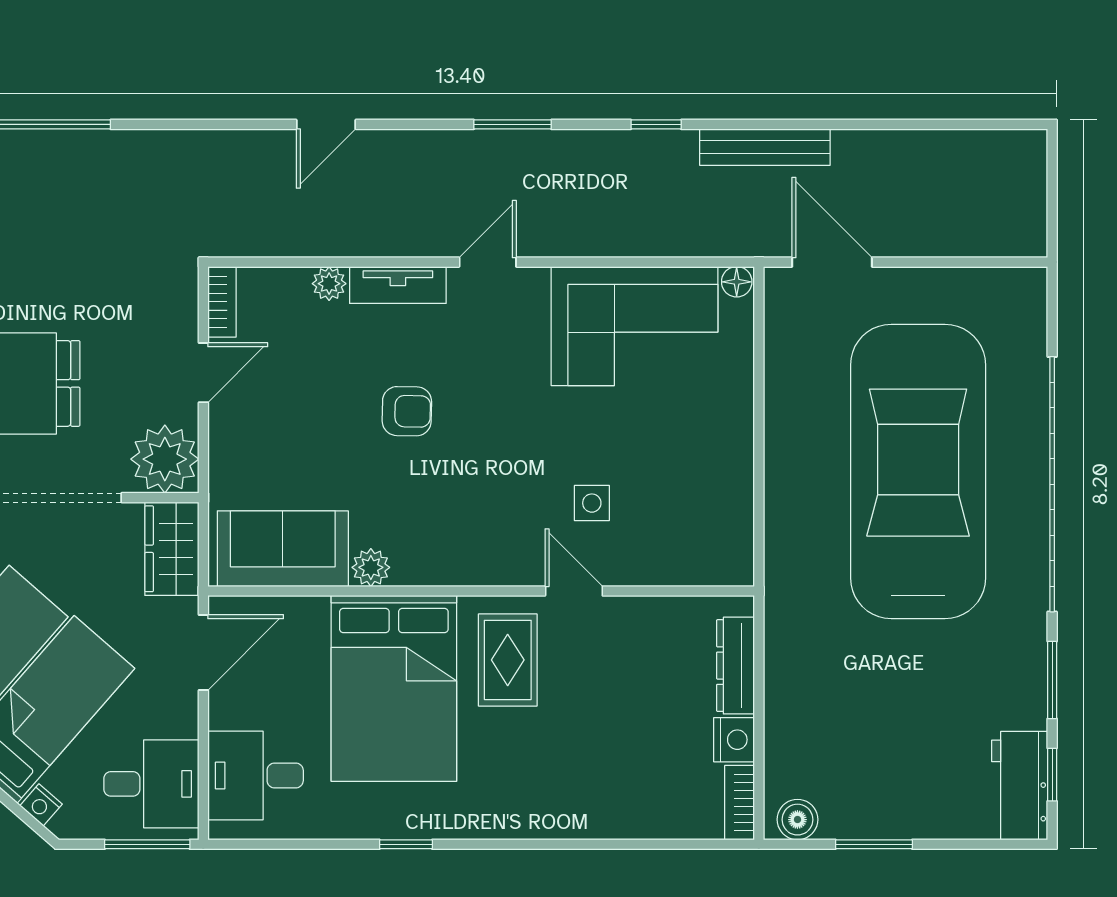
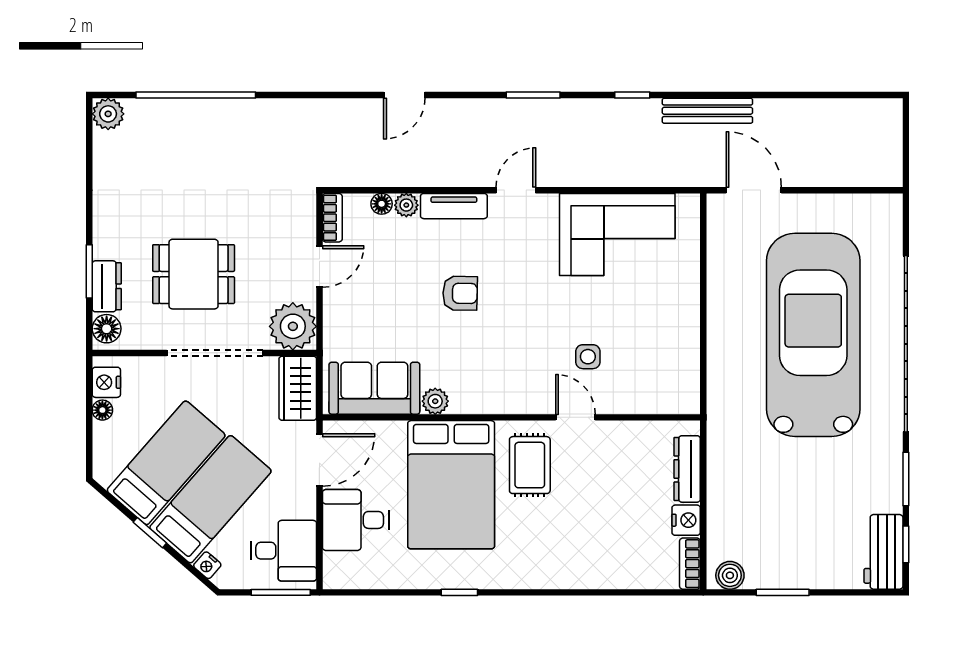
floor lamp: (737, 282) -> (382, 204), moved
desk: (256, 775) -> (356, 520), moved

